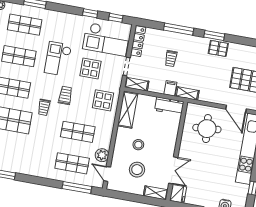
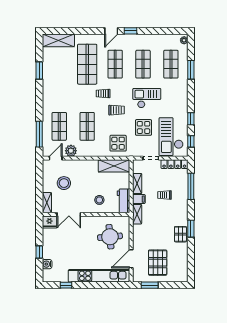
window: (179, 29) -> (191, 186), moved
shelving: (137, 84) -> (137, 184), moved
stool: (138, 145) -> (99, 200), moved

